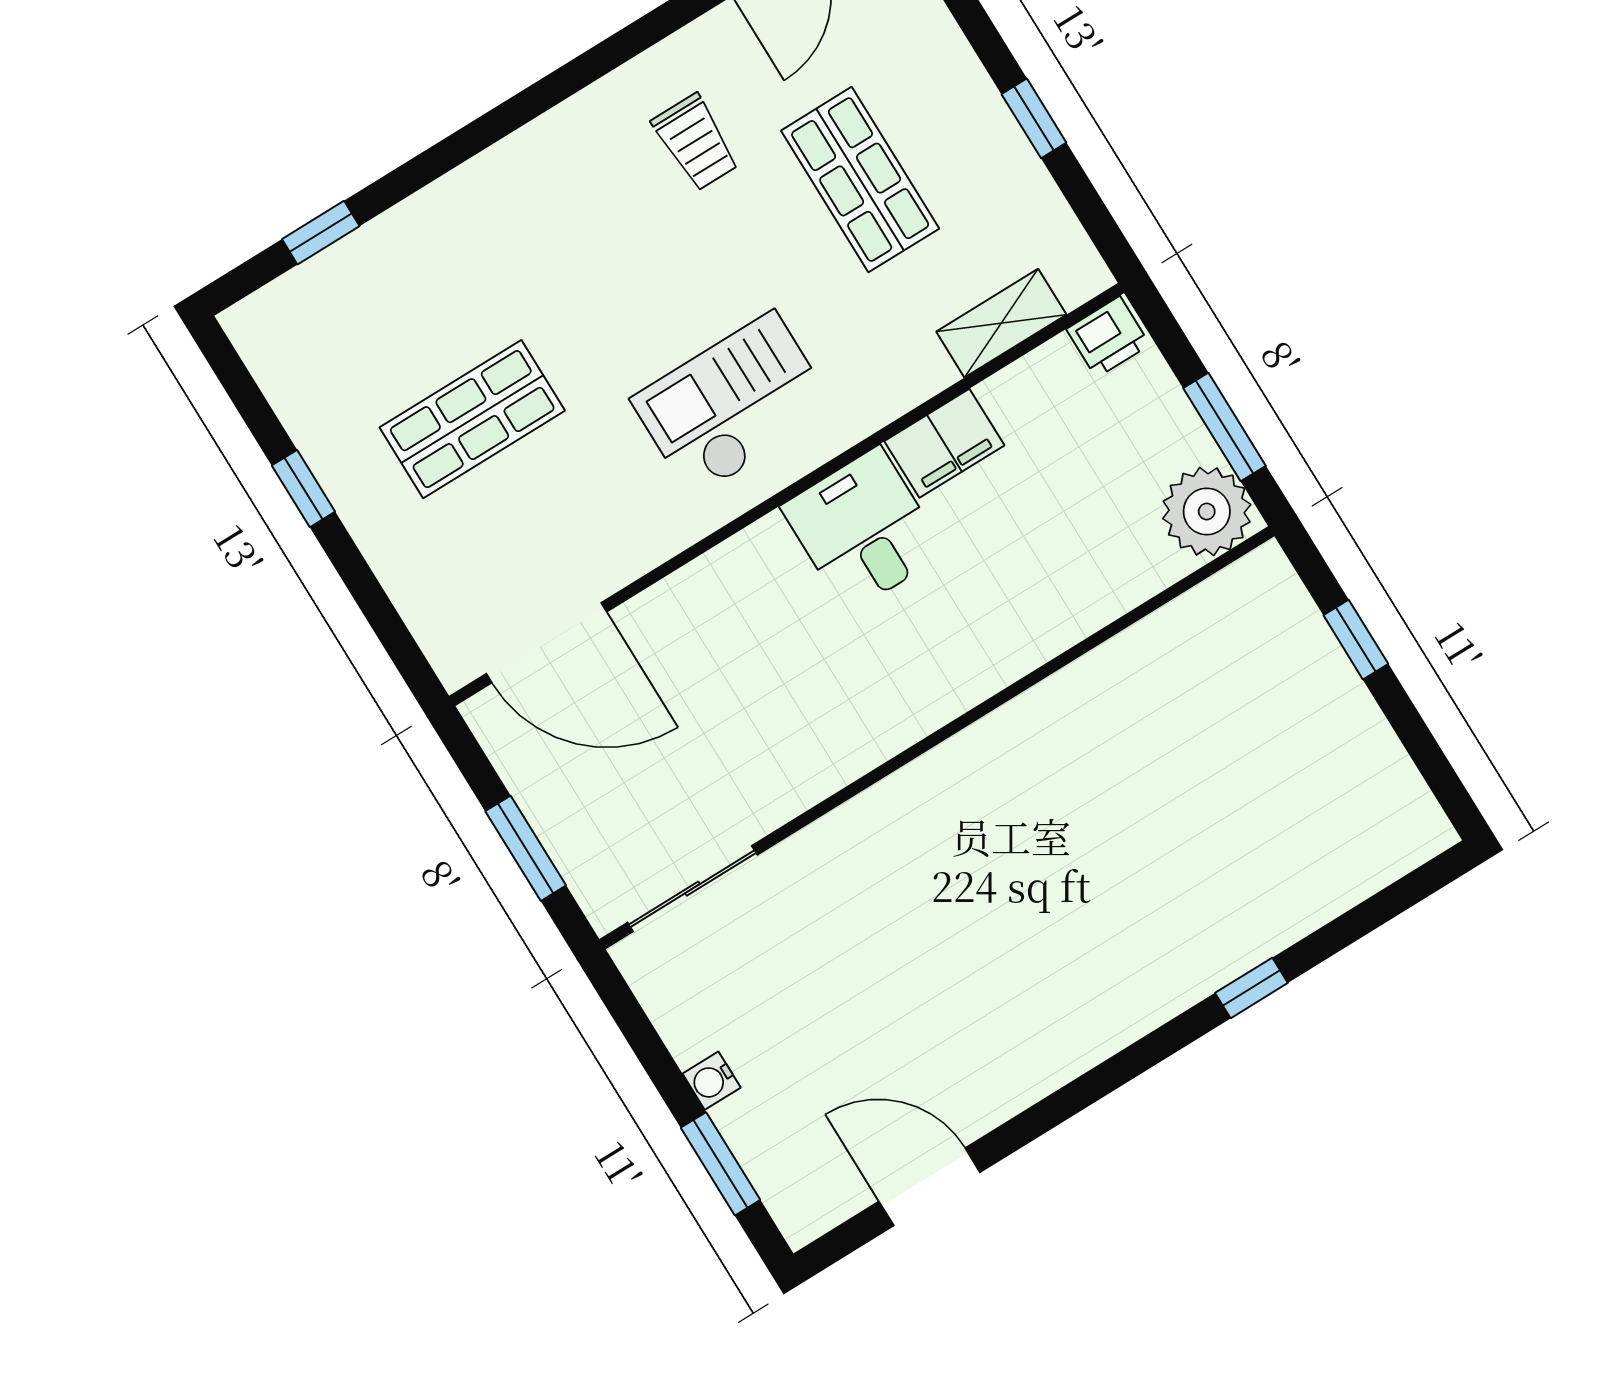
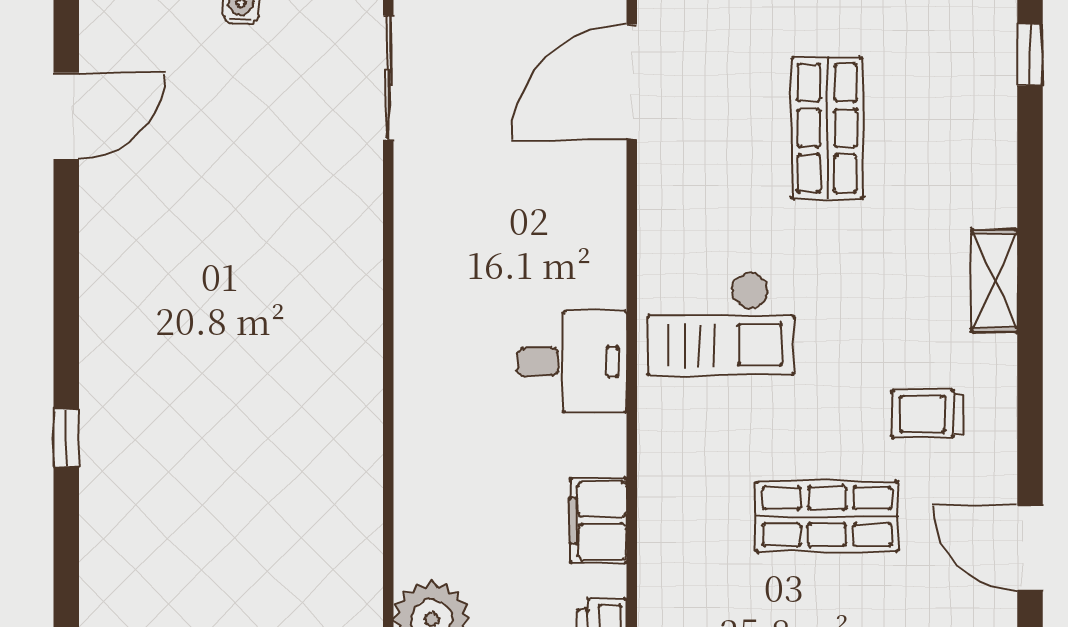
window: (321, 233) -> (1030, 54), moved
shelving: (1001, 323) -> (994, 281), moved
checkout: (733, 405) -> (721, 324), turned 90
filing cabinet: (944, 443) -> (598, 520), moved

